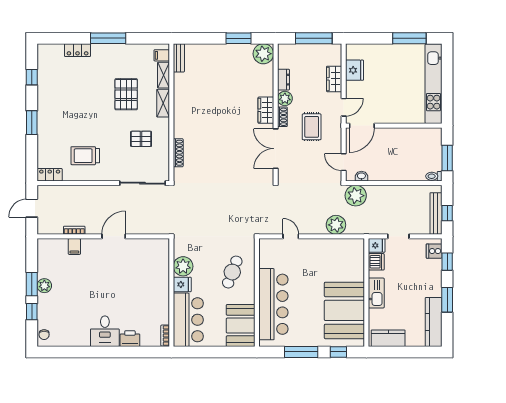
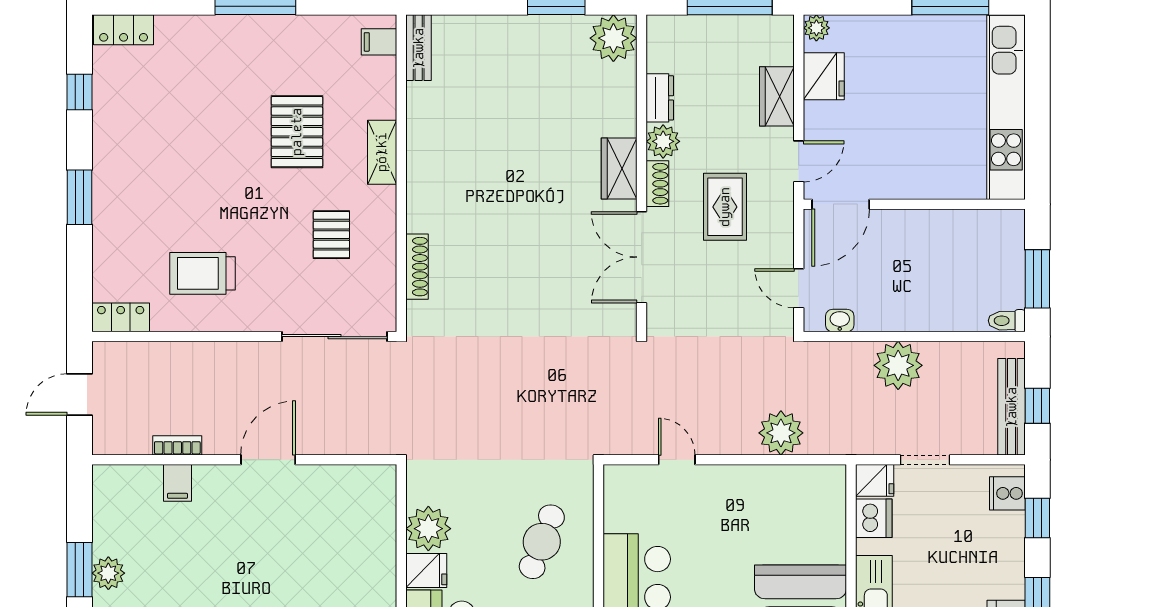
plant: (351, 49) -> (816, 28), added
locker: (78, 50) -> (124, 30), moved
shelving: (164, 75) -> (383, 88), removed
pallet: (141, 139) -> (331, 235), turned 90
plant: (356, 196) -> (898, 365), moved

